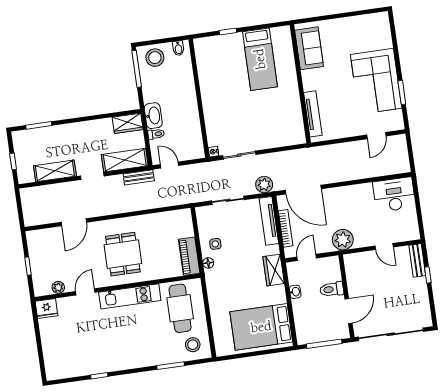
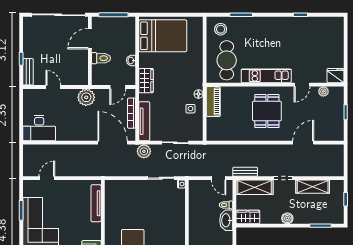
boiler: (80, 129) -> (287, 218), added

